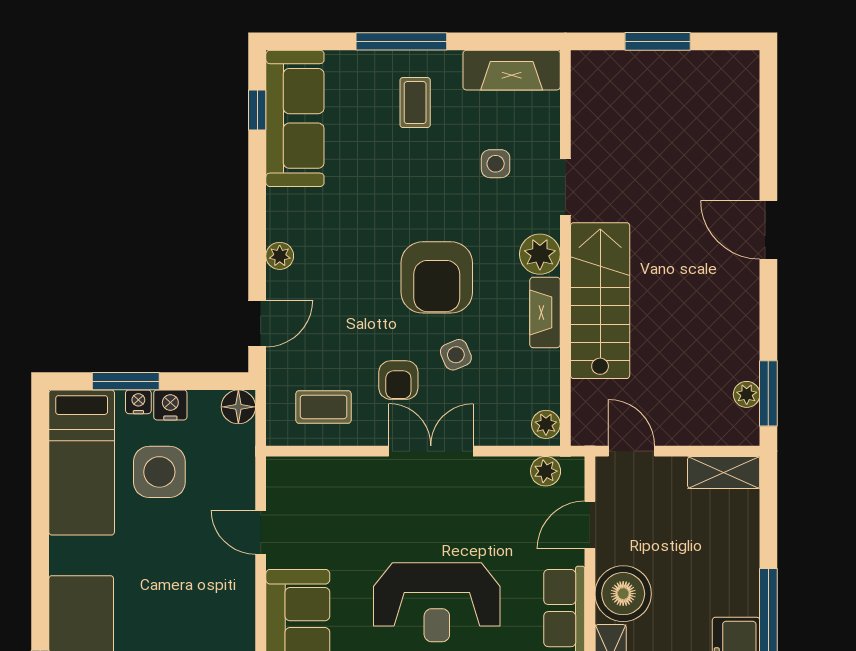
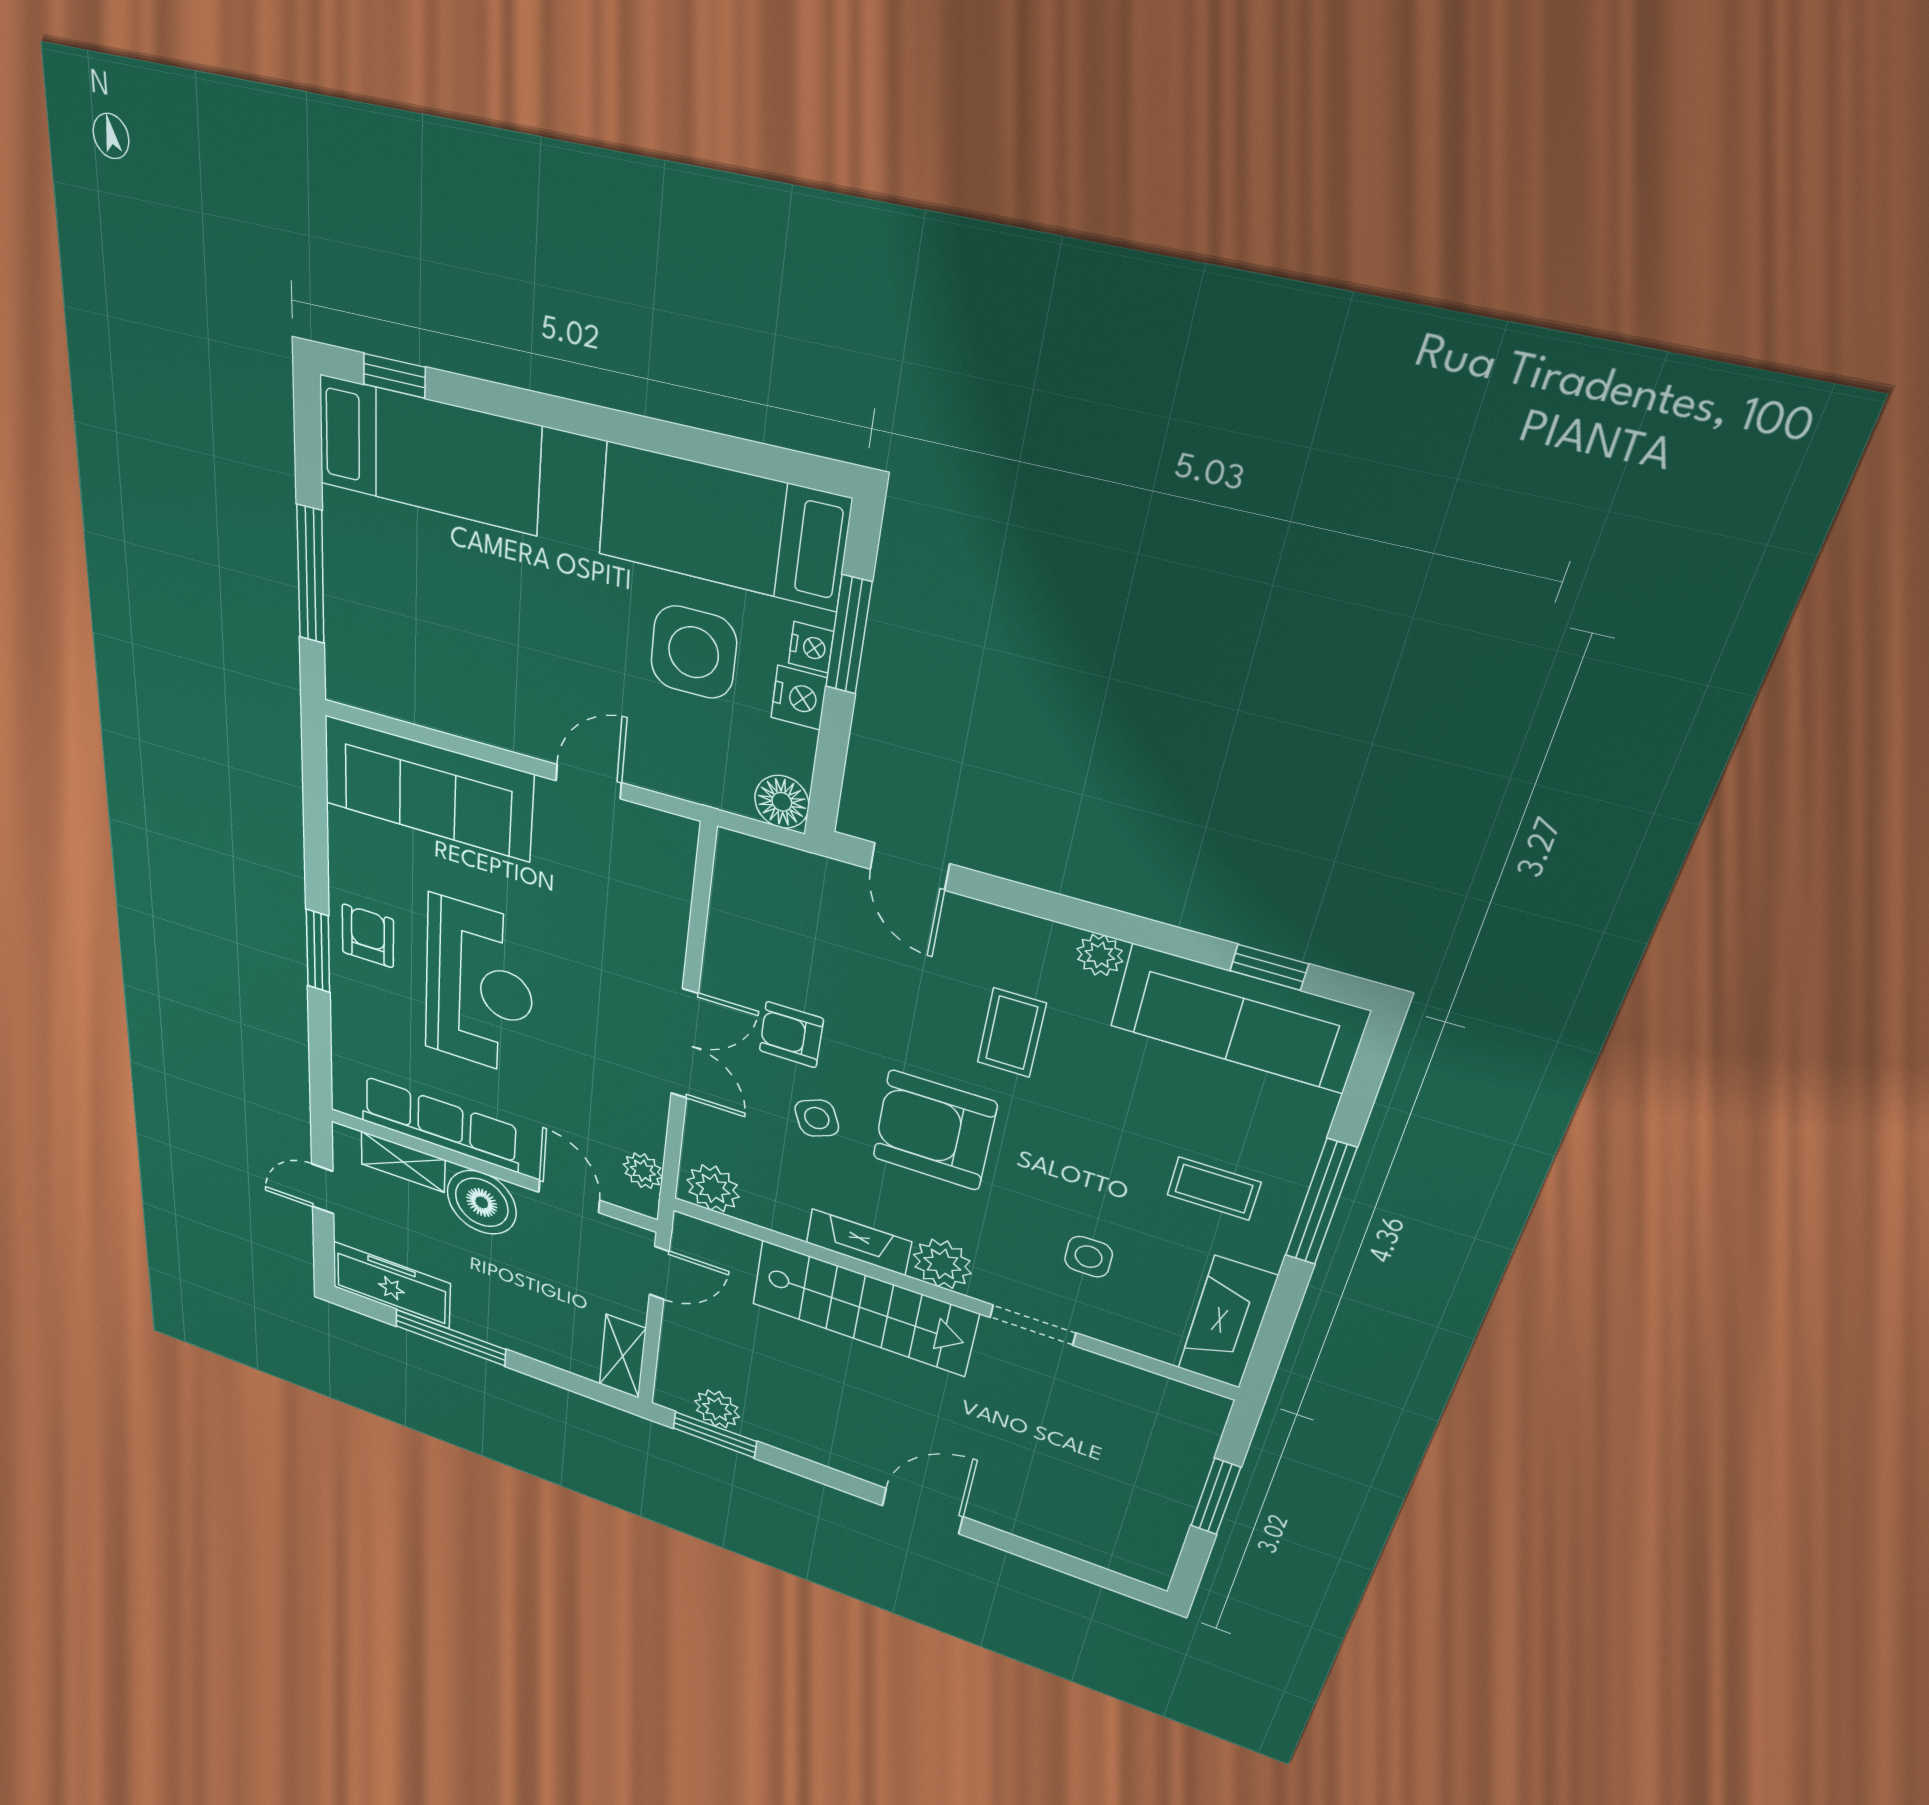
plant: (280, 256) -> (1100, 955), moved
plant: (747, 394) -> (717, 1409), width x1.38, depth x1.38
coffee table: (324, 407) -> (1012, 1033), moved
plant: (546, 424) -> (713, 1188), width x1.38, depth x1.38
reception desk: (437, 602) -> (479, 987), turned 180

